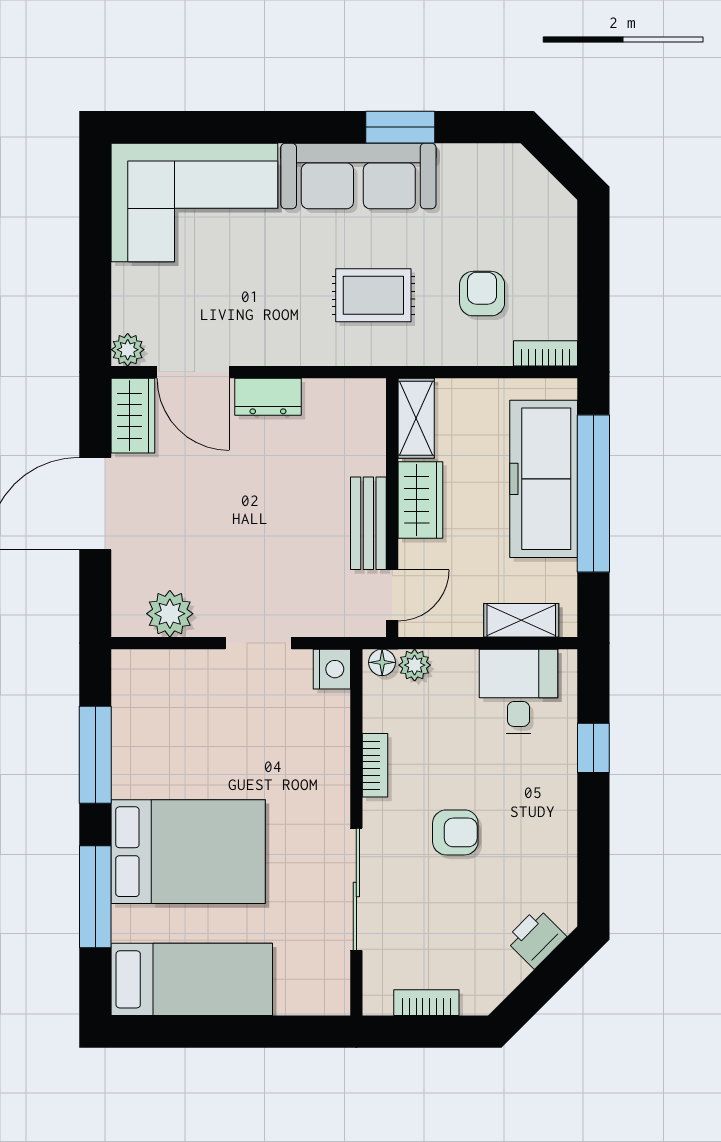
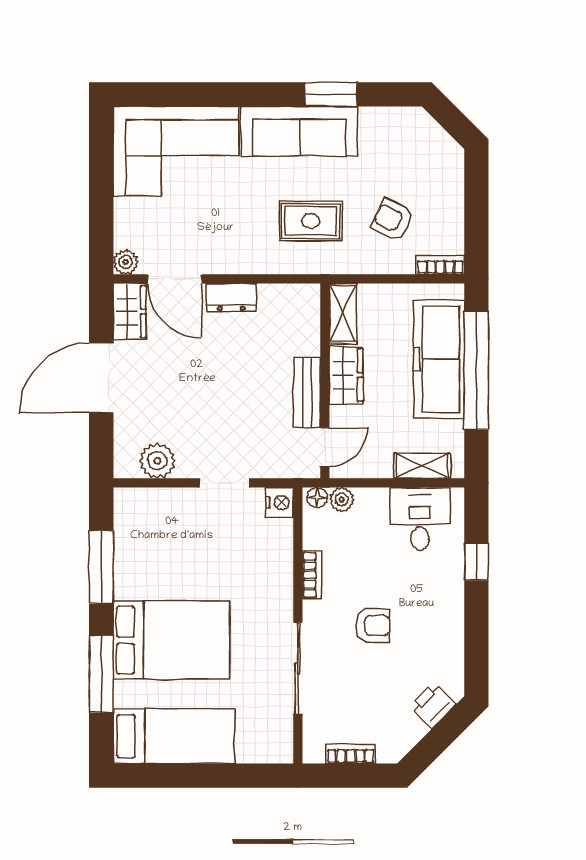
armchair: (482, 294) -> (393, 220), turned -64

